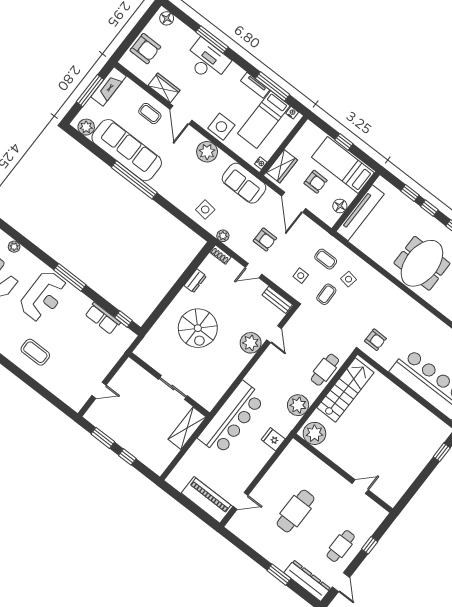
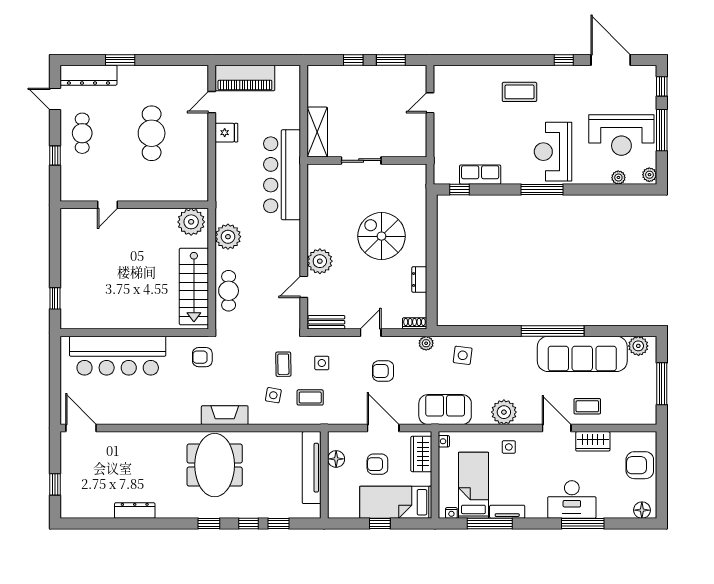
fireplace: (108, 87) -> (225, 415), moved, turned 90
side table: (221, 127) -> (509, 447), width x0.54, depth x0.54
bed: (343, 165) -> (396, 502), moved, turned 180
door: (274, 334) -> (304, 287), hinge flipped
fridge: (273, 439) -> (226, 133), moved

